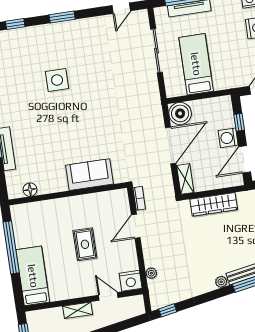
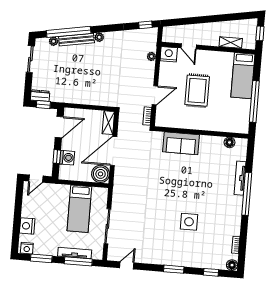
washing machine: (228, 138) -> (67, 158), moved
wardrobe: (214, 204) -> (91, 98), removed
rug: (85, 244) -> (197, 91), width x1.36, depth x1.43
shelving: (78, 310) -> (231, 42), moved

